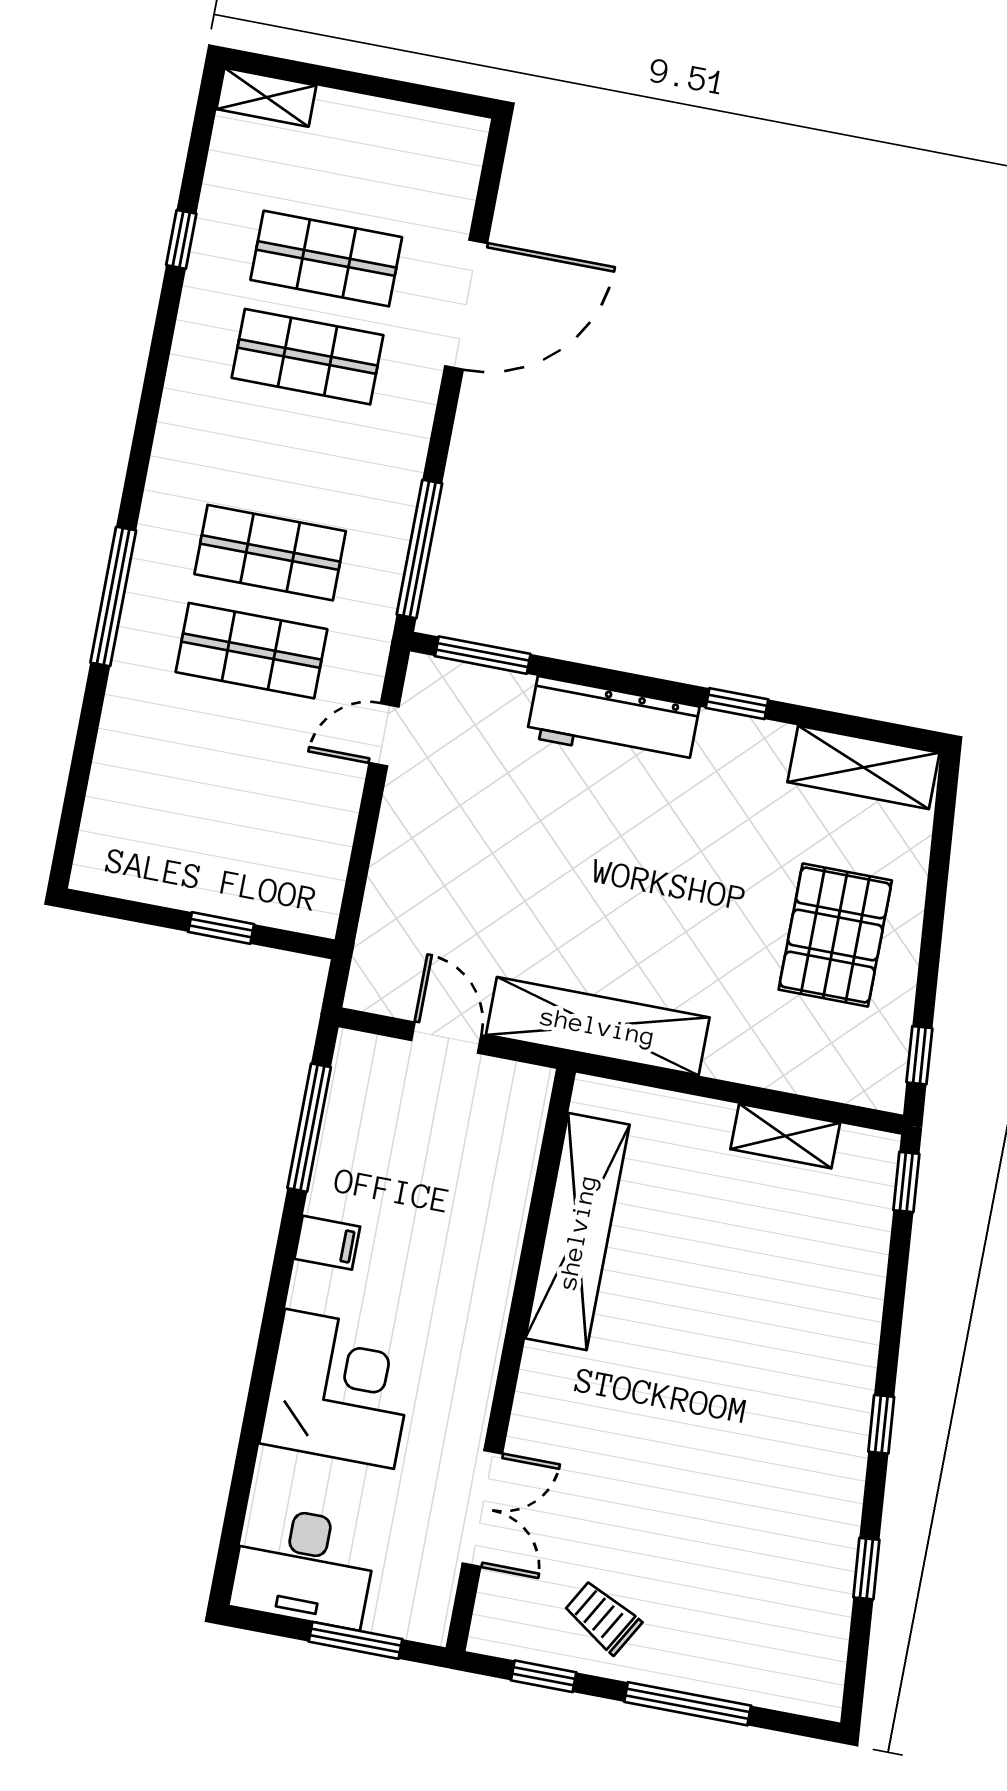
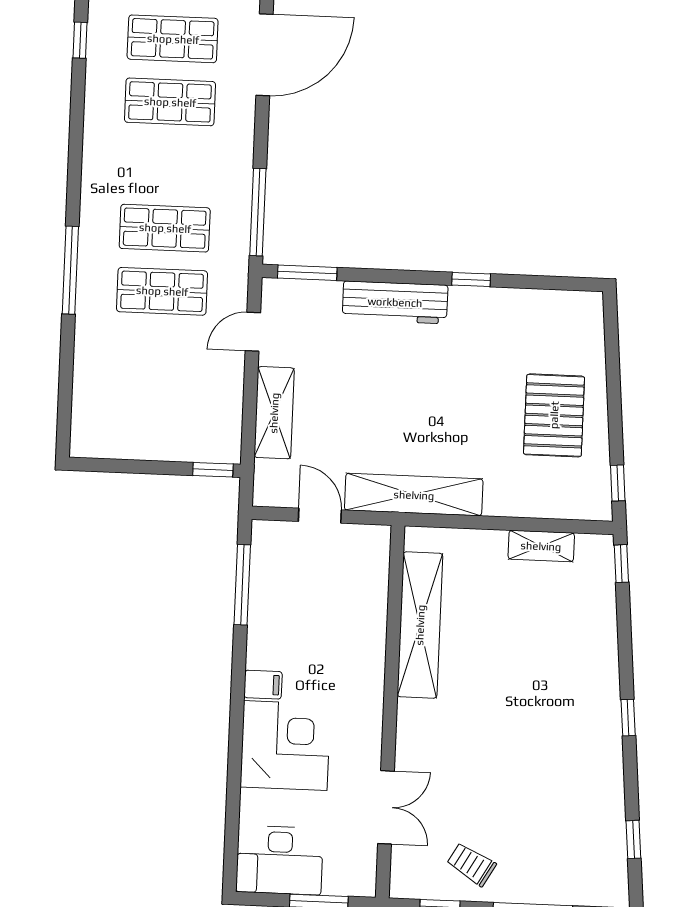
shelving: (863, 767) -> (274, 413), moved, turned 90
window: (221, 928) -> (213, 470), moved
filing cabinet: (327, 1243) -> (263, 685), moved
window: (866, 1569) -> (633, 839), moved

